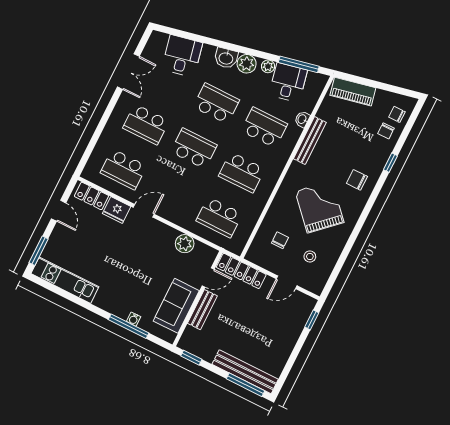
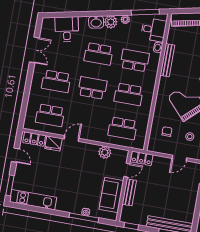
desk: (288, 82) -> (154, 30), moved, turned 102
school desk: (216, 103) -> (99, 54), turned 180
locker: (241, 271) -> (142, 158), width x0.66

